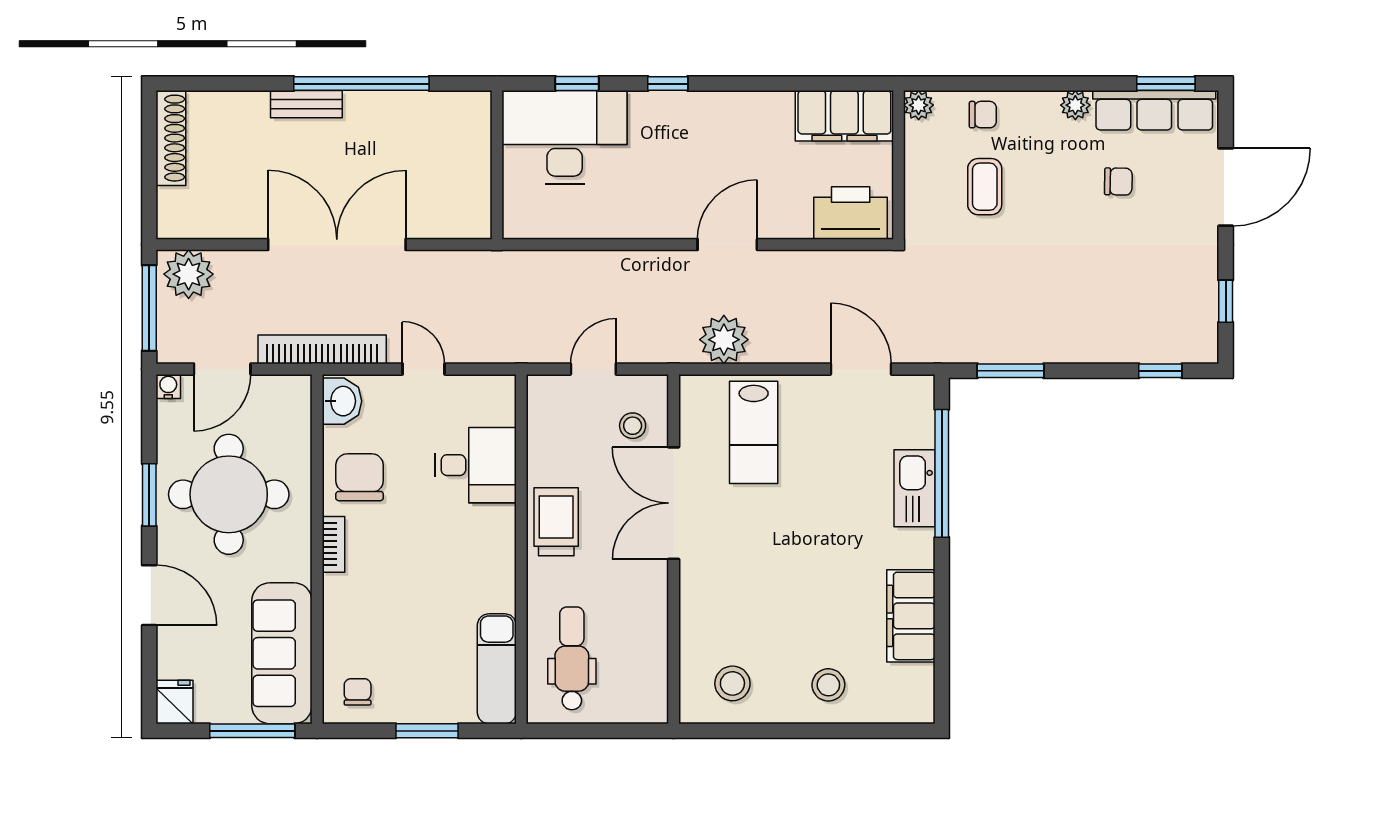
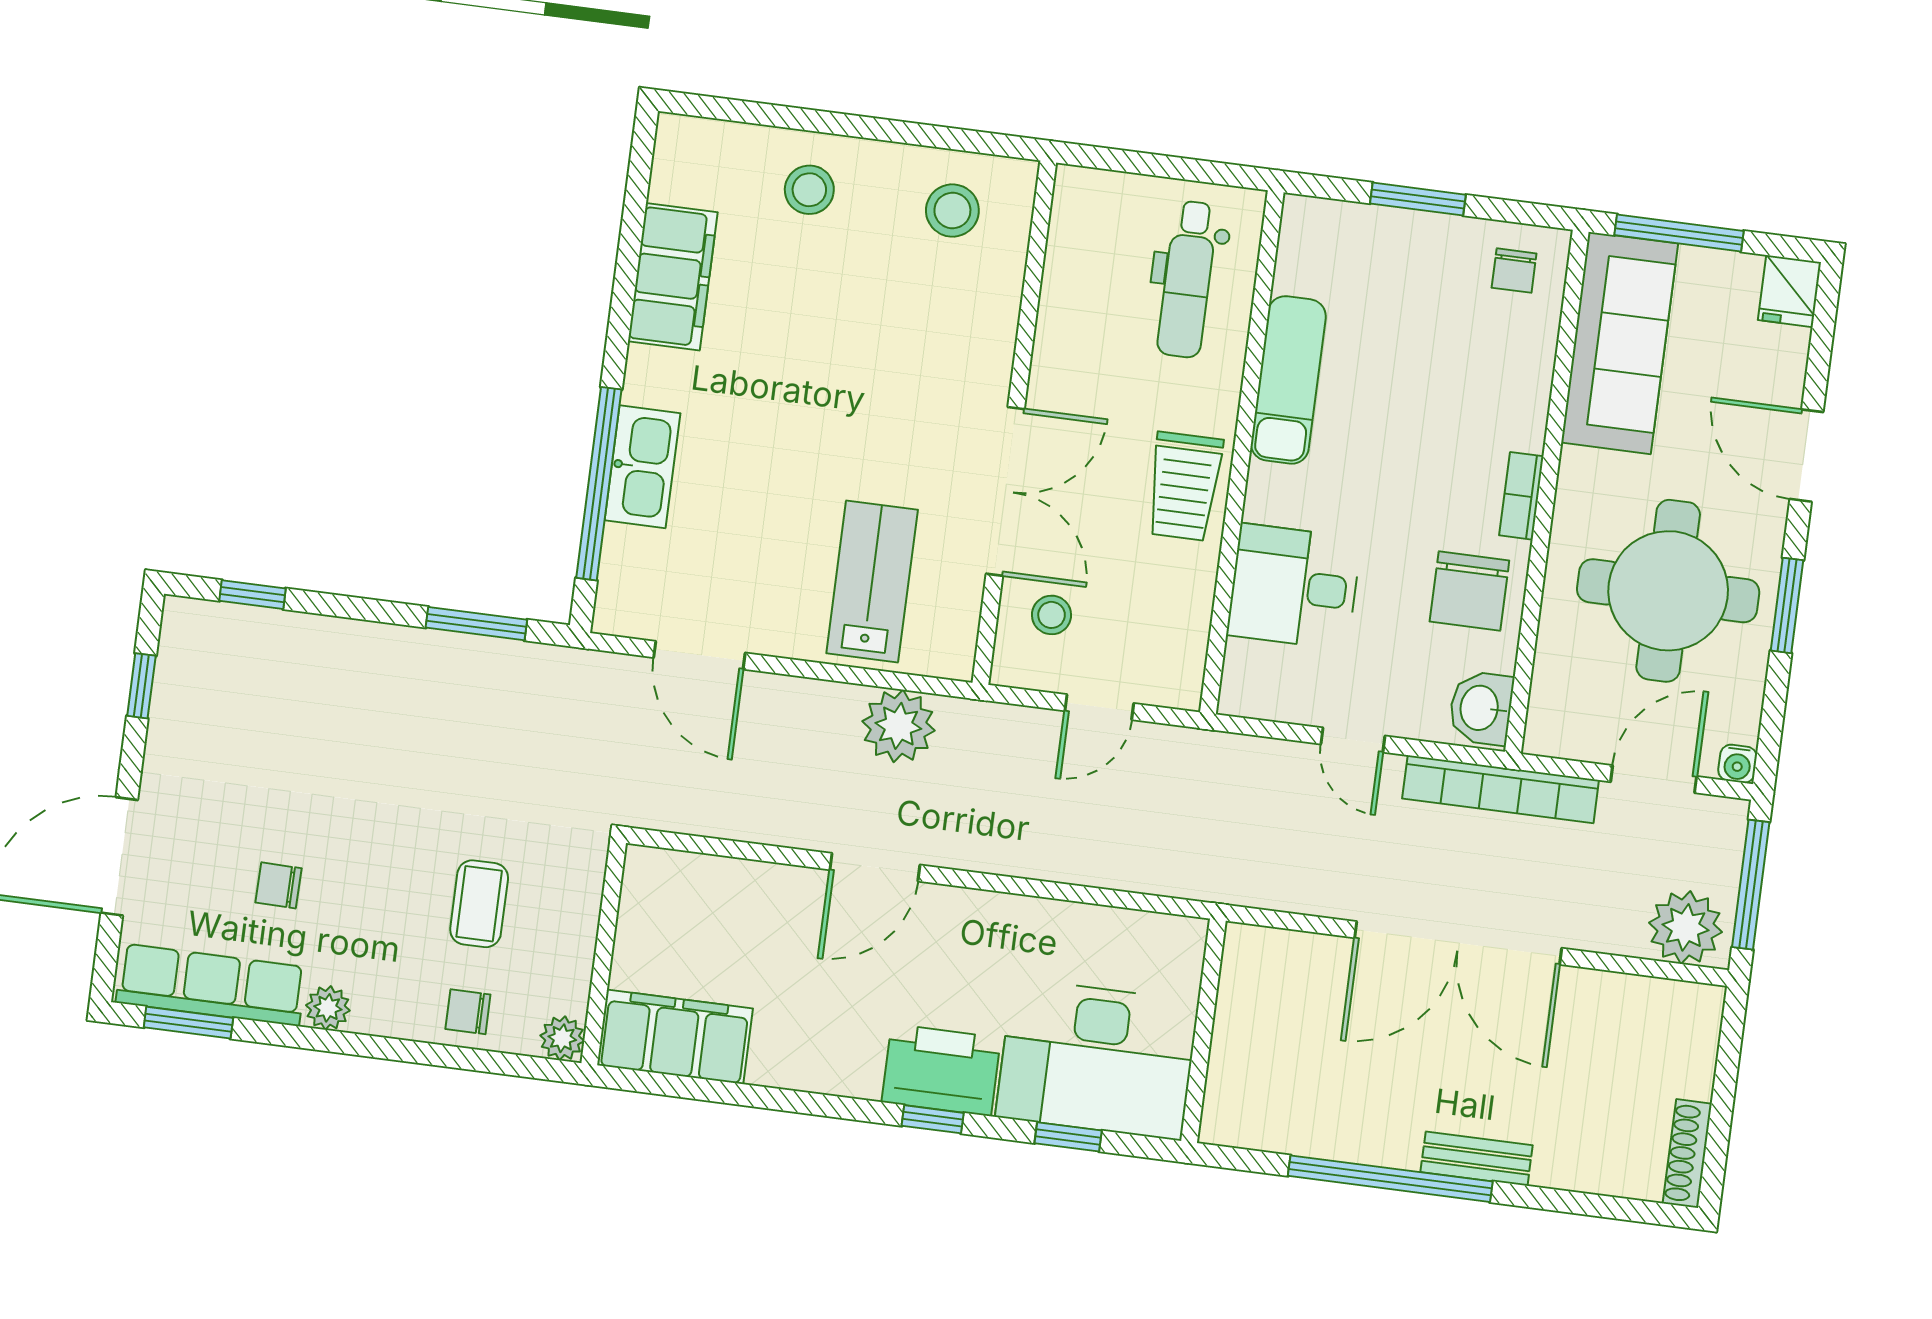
shoe rack: (171, 138) -> (1687, 1154), width x0.74, depth x0.81
printer: (851, 213) -> (941, 1070), moved, turned 180
exam couch: (497, 669) -> (1288, 380), moved

